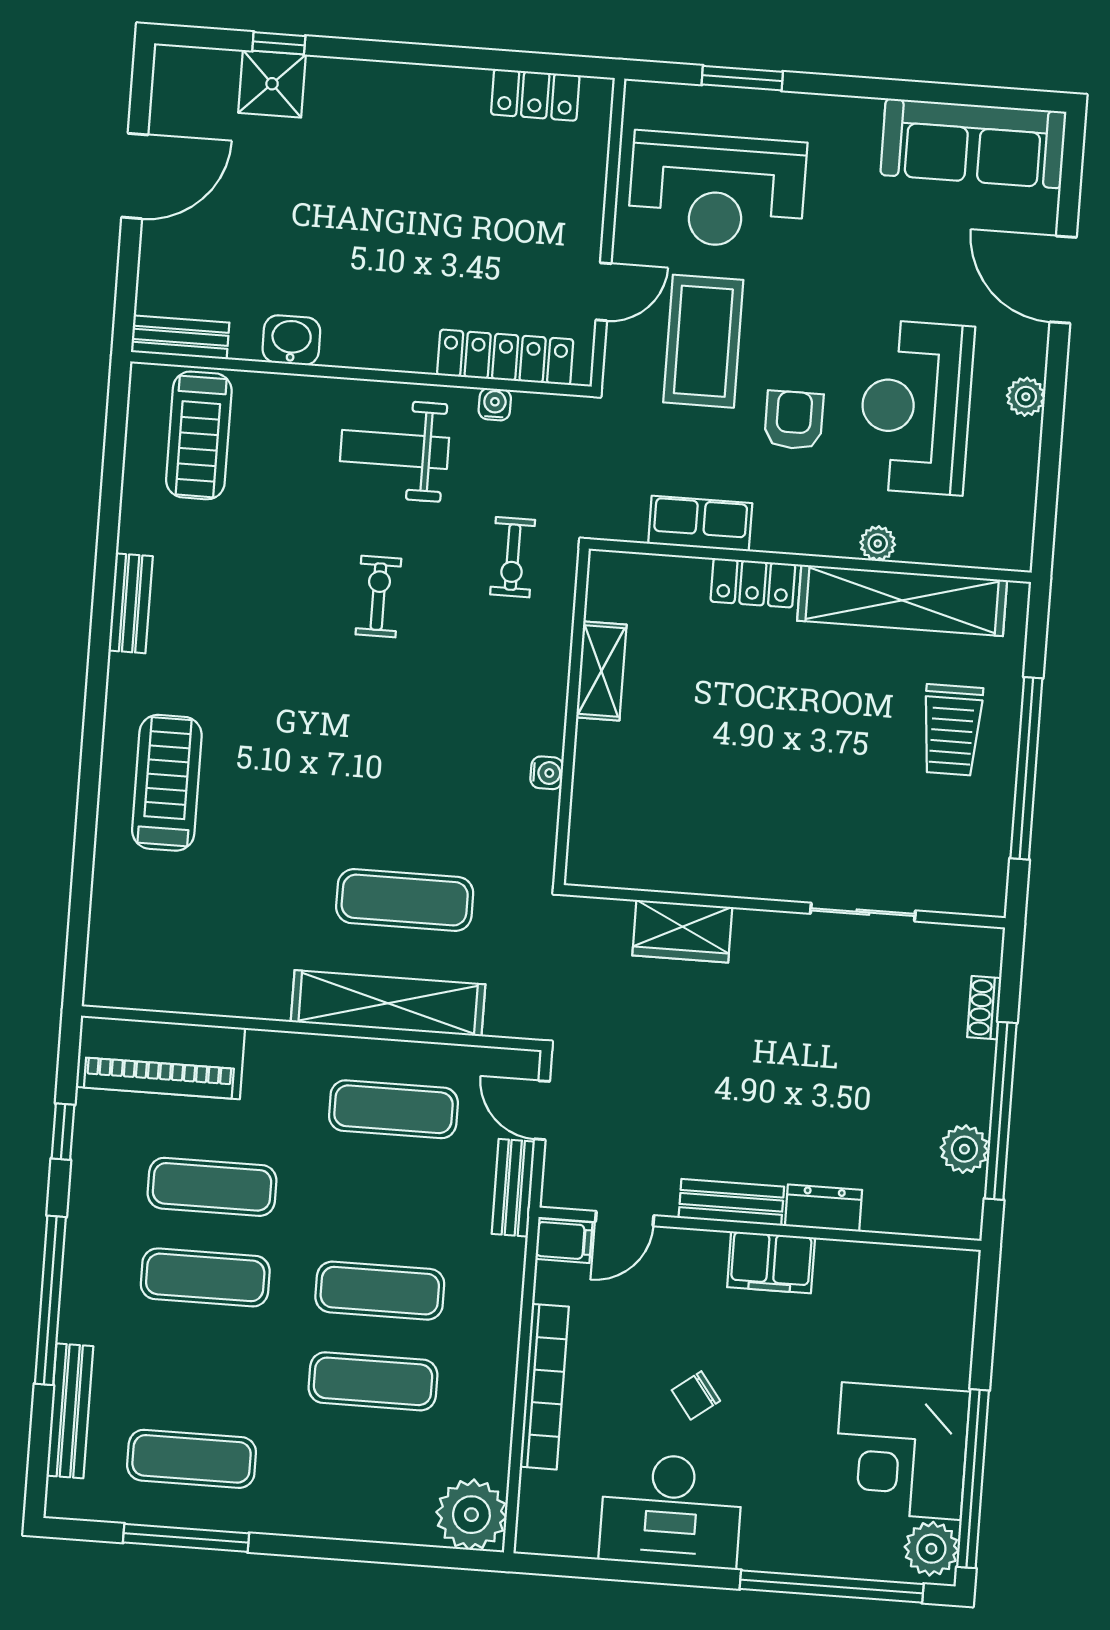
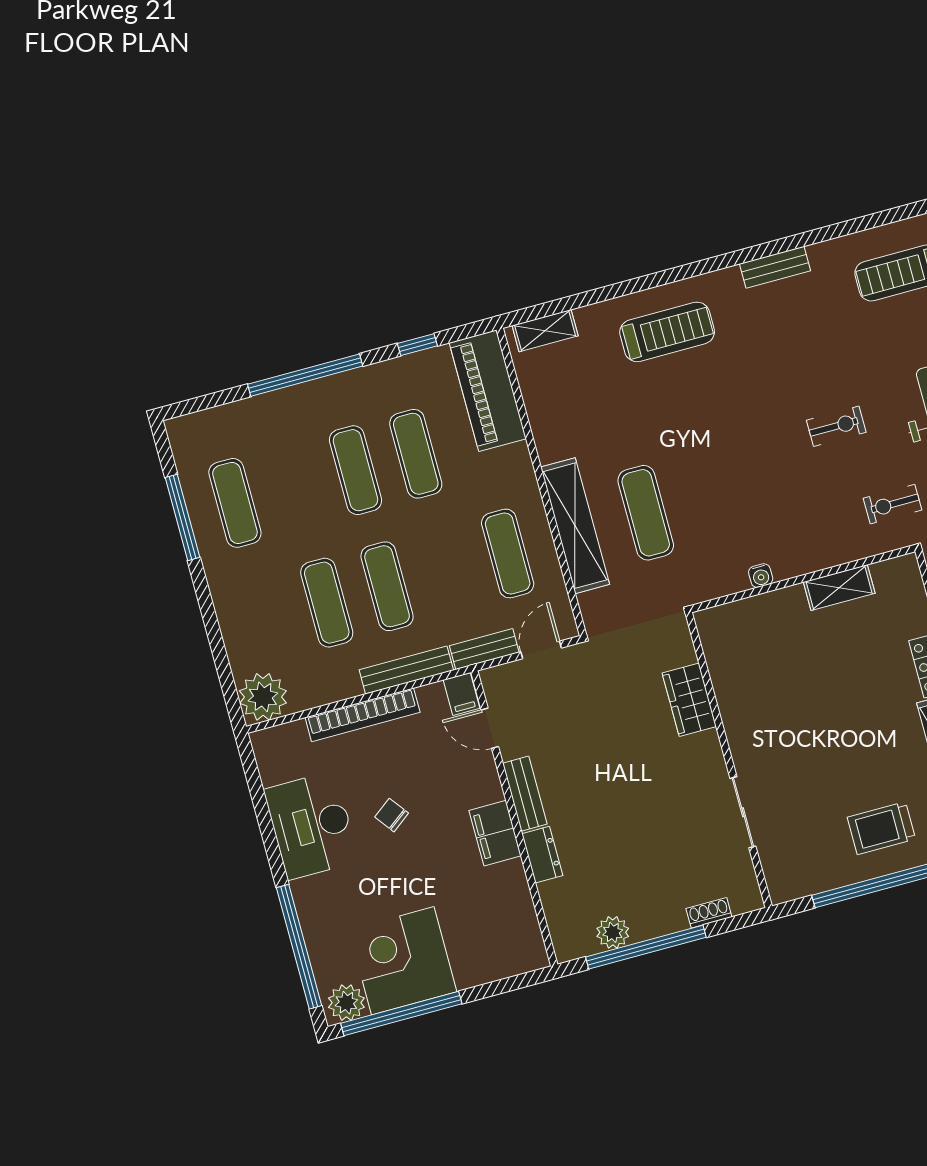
shelving: (106, 950) -> (545, 331), added
bench: (70, 1411) -> (406, 670), moved

